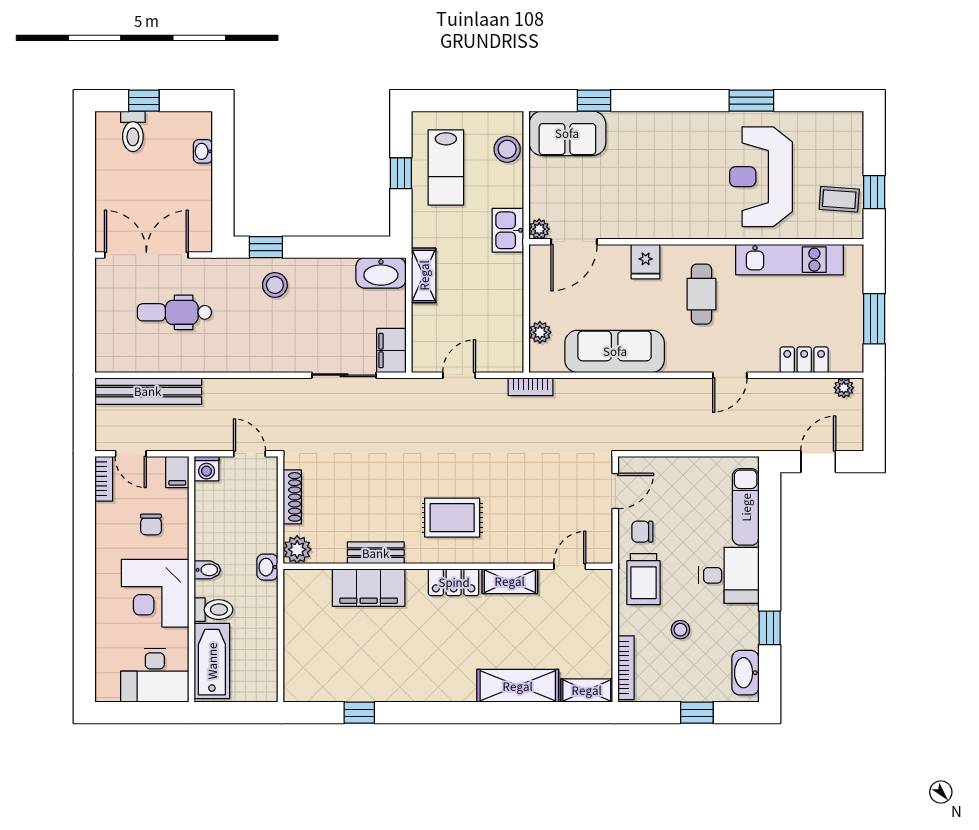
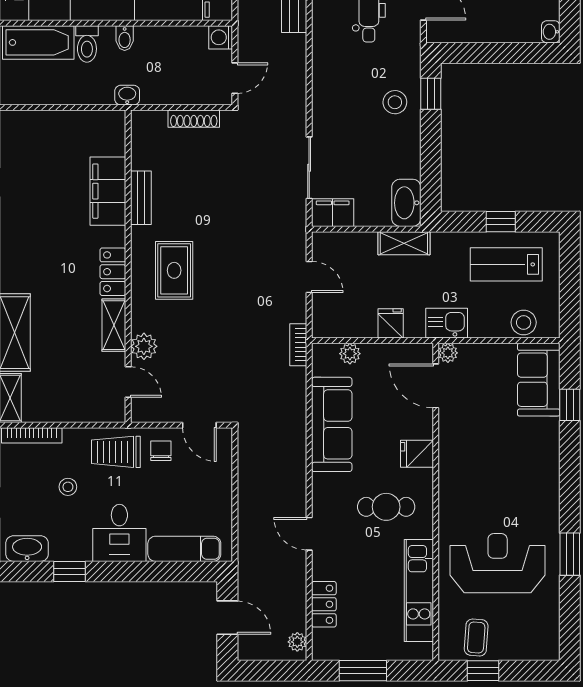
washbasin: (203, 151) -> (551, 32), moved, turned -90
fridge: (508, 289) -> (391, 323), added
plant: (297, 549) -> (144, 346), moved

